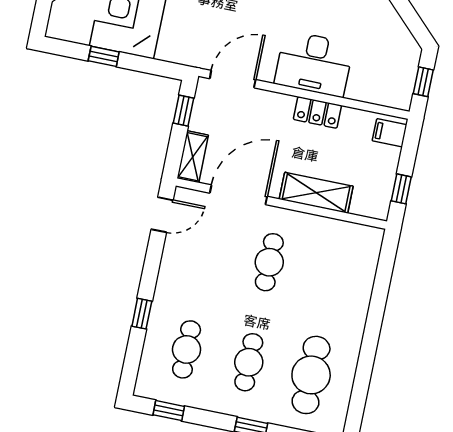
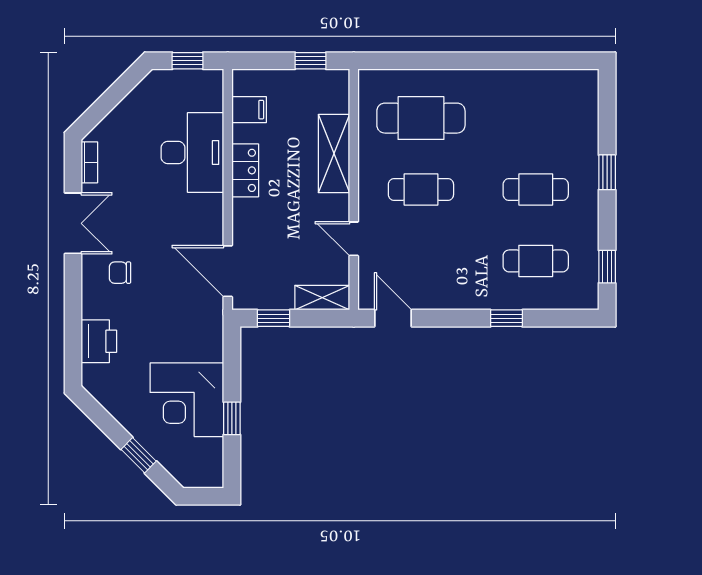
desk: (314, 64) -> (192, 153), moved
filing cabinet: (390, 133) -> (249, 110), moved, turned -90
door: (238, 195) -> (354, 239), width x0.53
cafe table: (311, 375) -> (421, 118), moved

